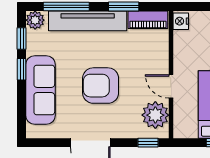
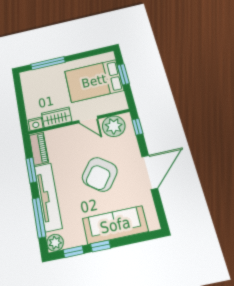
wardrobe: (183, 49) -> (57, 117), added
armchair: (101, 86) -> (100, 174), turned 37
door: (171, 86) -> (88, 120), hinge flipped

